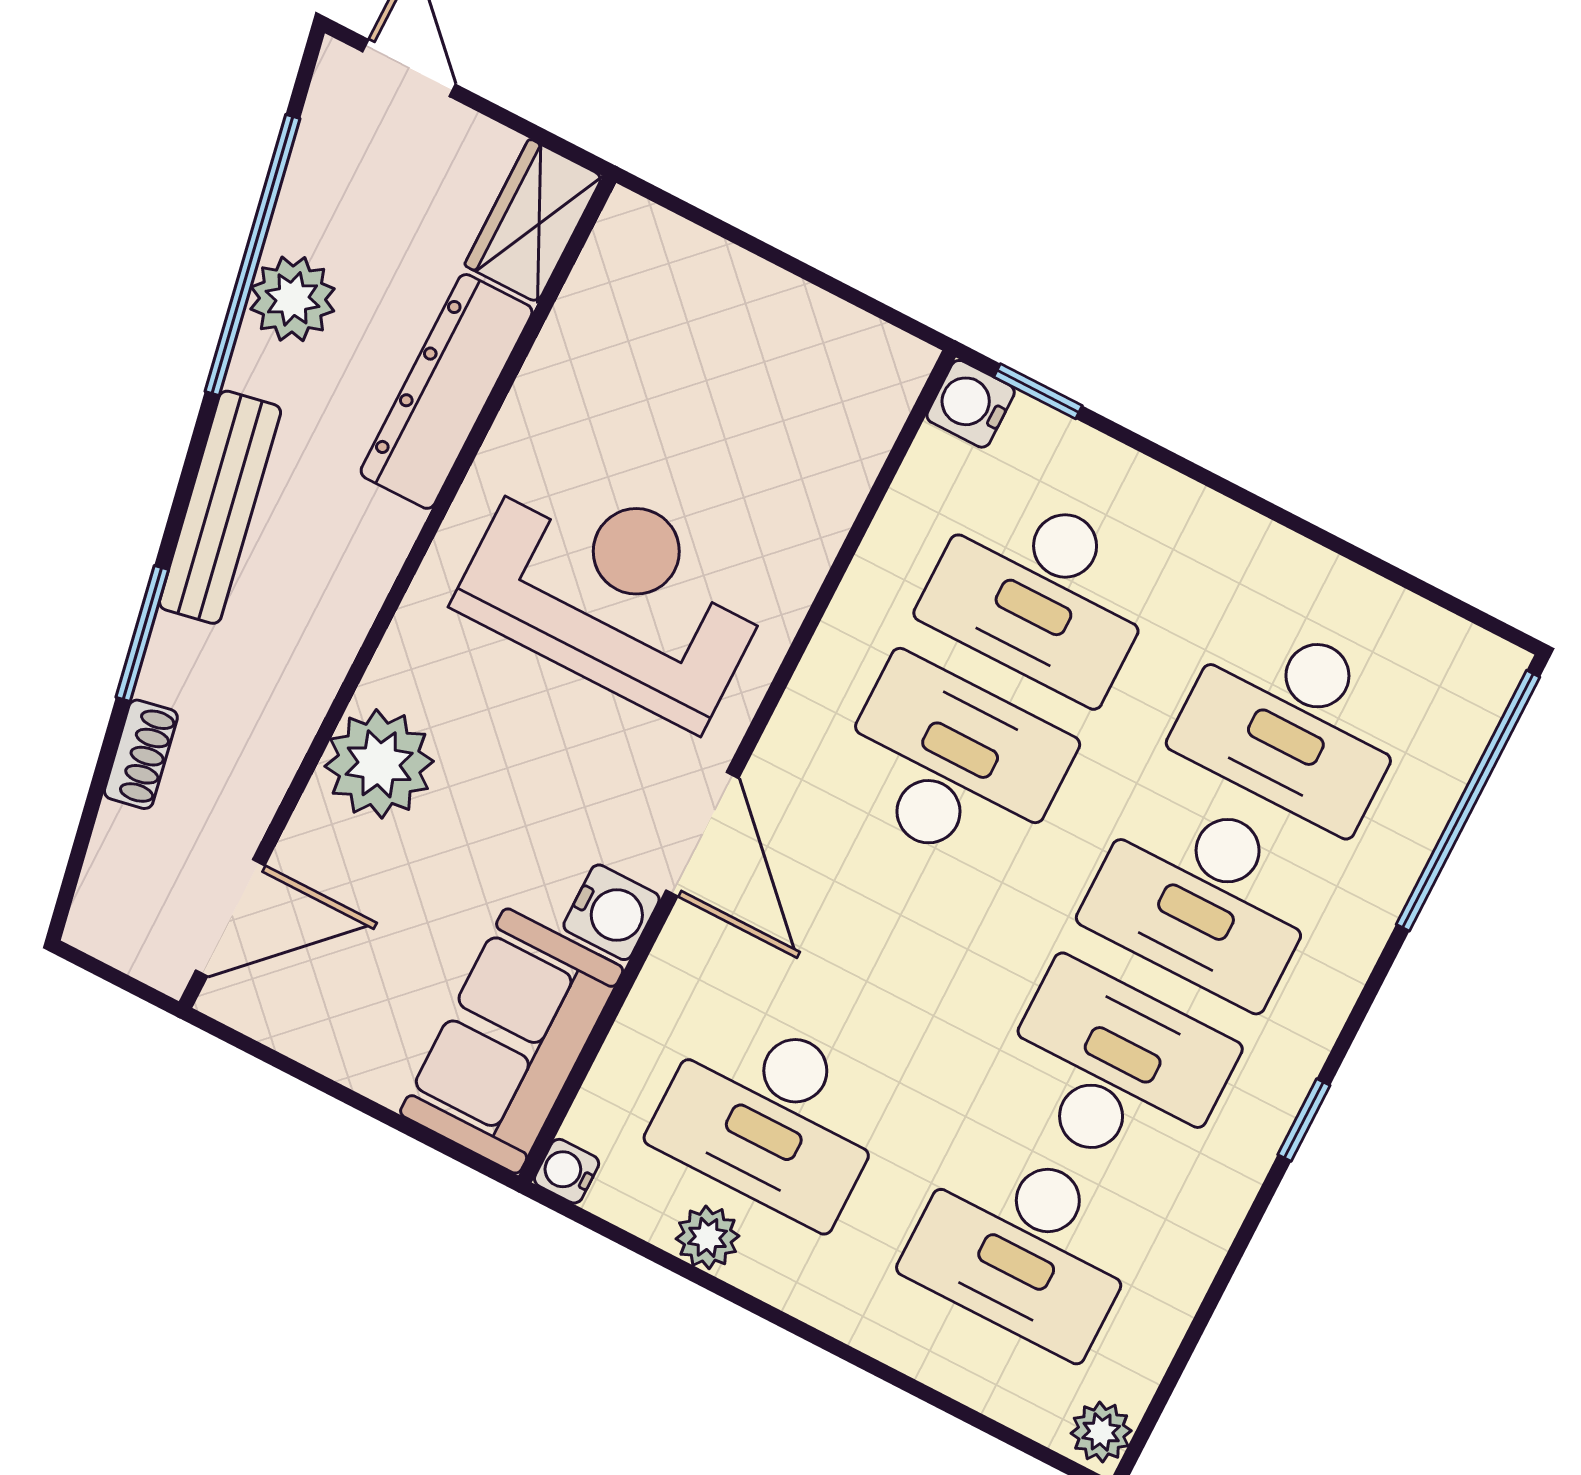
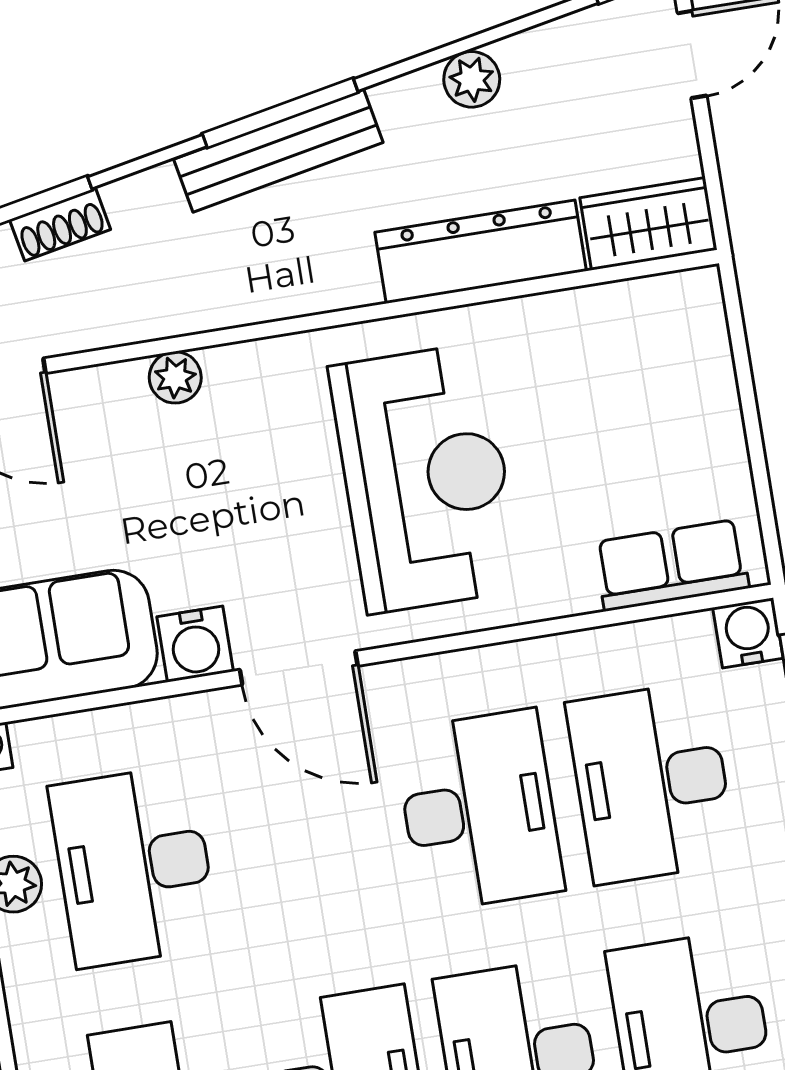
plant: (292, 299) -> (472, 79), width x0.73, depth x0.73
row of seats: (858, 428) -> (672, 565), added
plant: (379, 764) -> (175, 377), width x0.53, depth x0.53
door: (702, 834) -> (299, 668), hinge flipped

